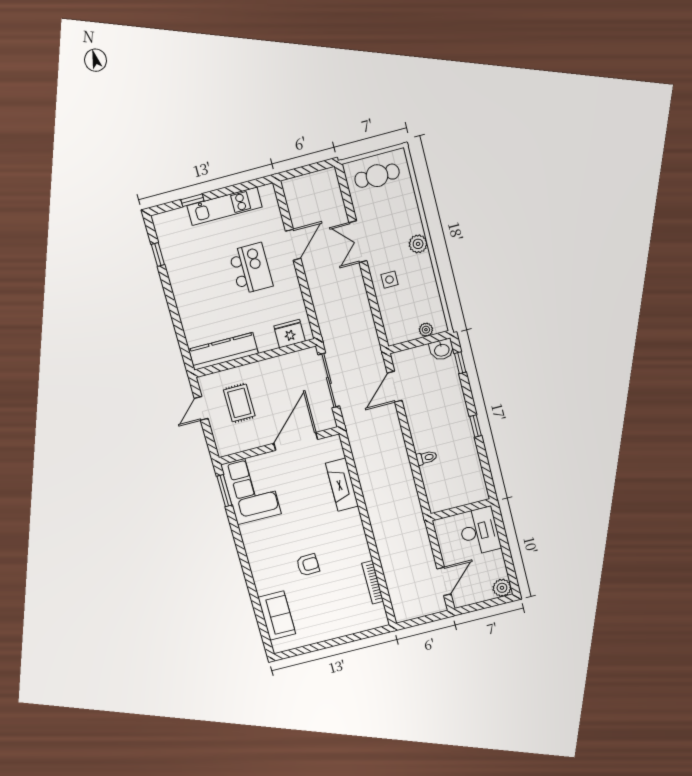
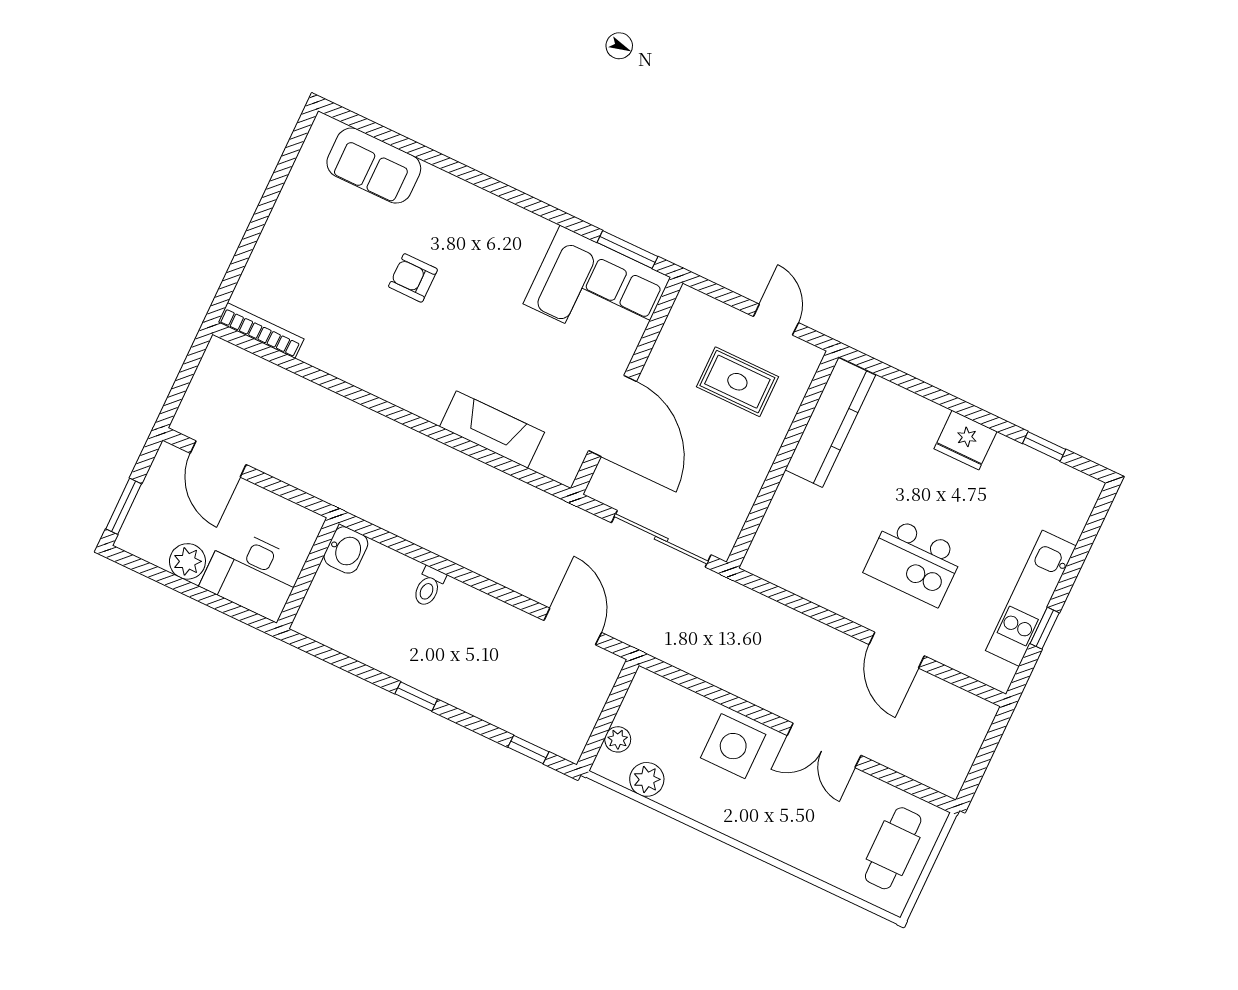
window: (192, 200) -> (1045, 628), moved
double door: (358, 242) -> (824, 745), swing flipped
plant: (418, 244) -> (647, 779), moved
side table: (389, 280) -> (733, 746), width x1.87, depth x1.87
fridge: (290, 334) -> (965, 440), moved, turned 90
washbasin: (442, 350) -> (346, 550), moved, turned 180
armchair: (308, 565) -> (413, 278), turned 92
bookcase: (373, 582) -> (261, 330), moved
plant: (502, 588) -> (187, 561), moved
window: (494, 602) -> (124, 506), added

